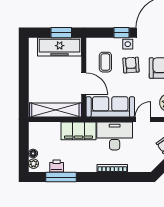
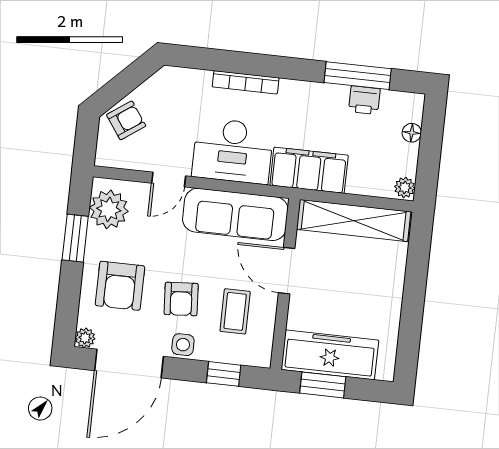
window: (122, 33) -> (224, 374), moved
plant: (34, 164) -> (405, 187), moved

